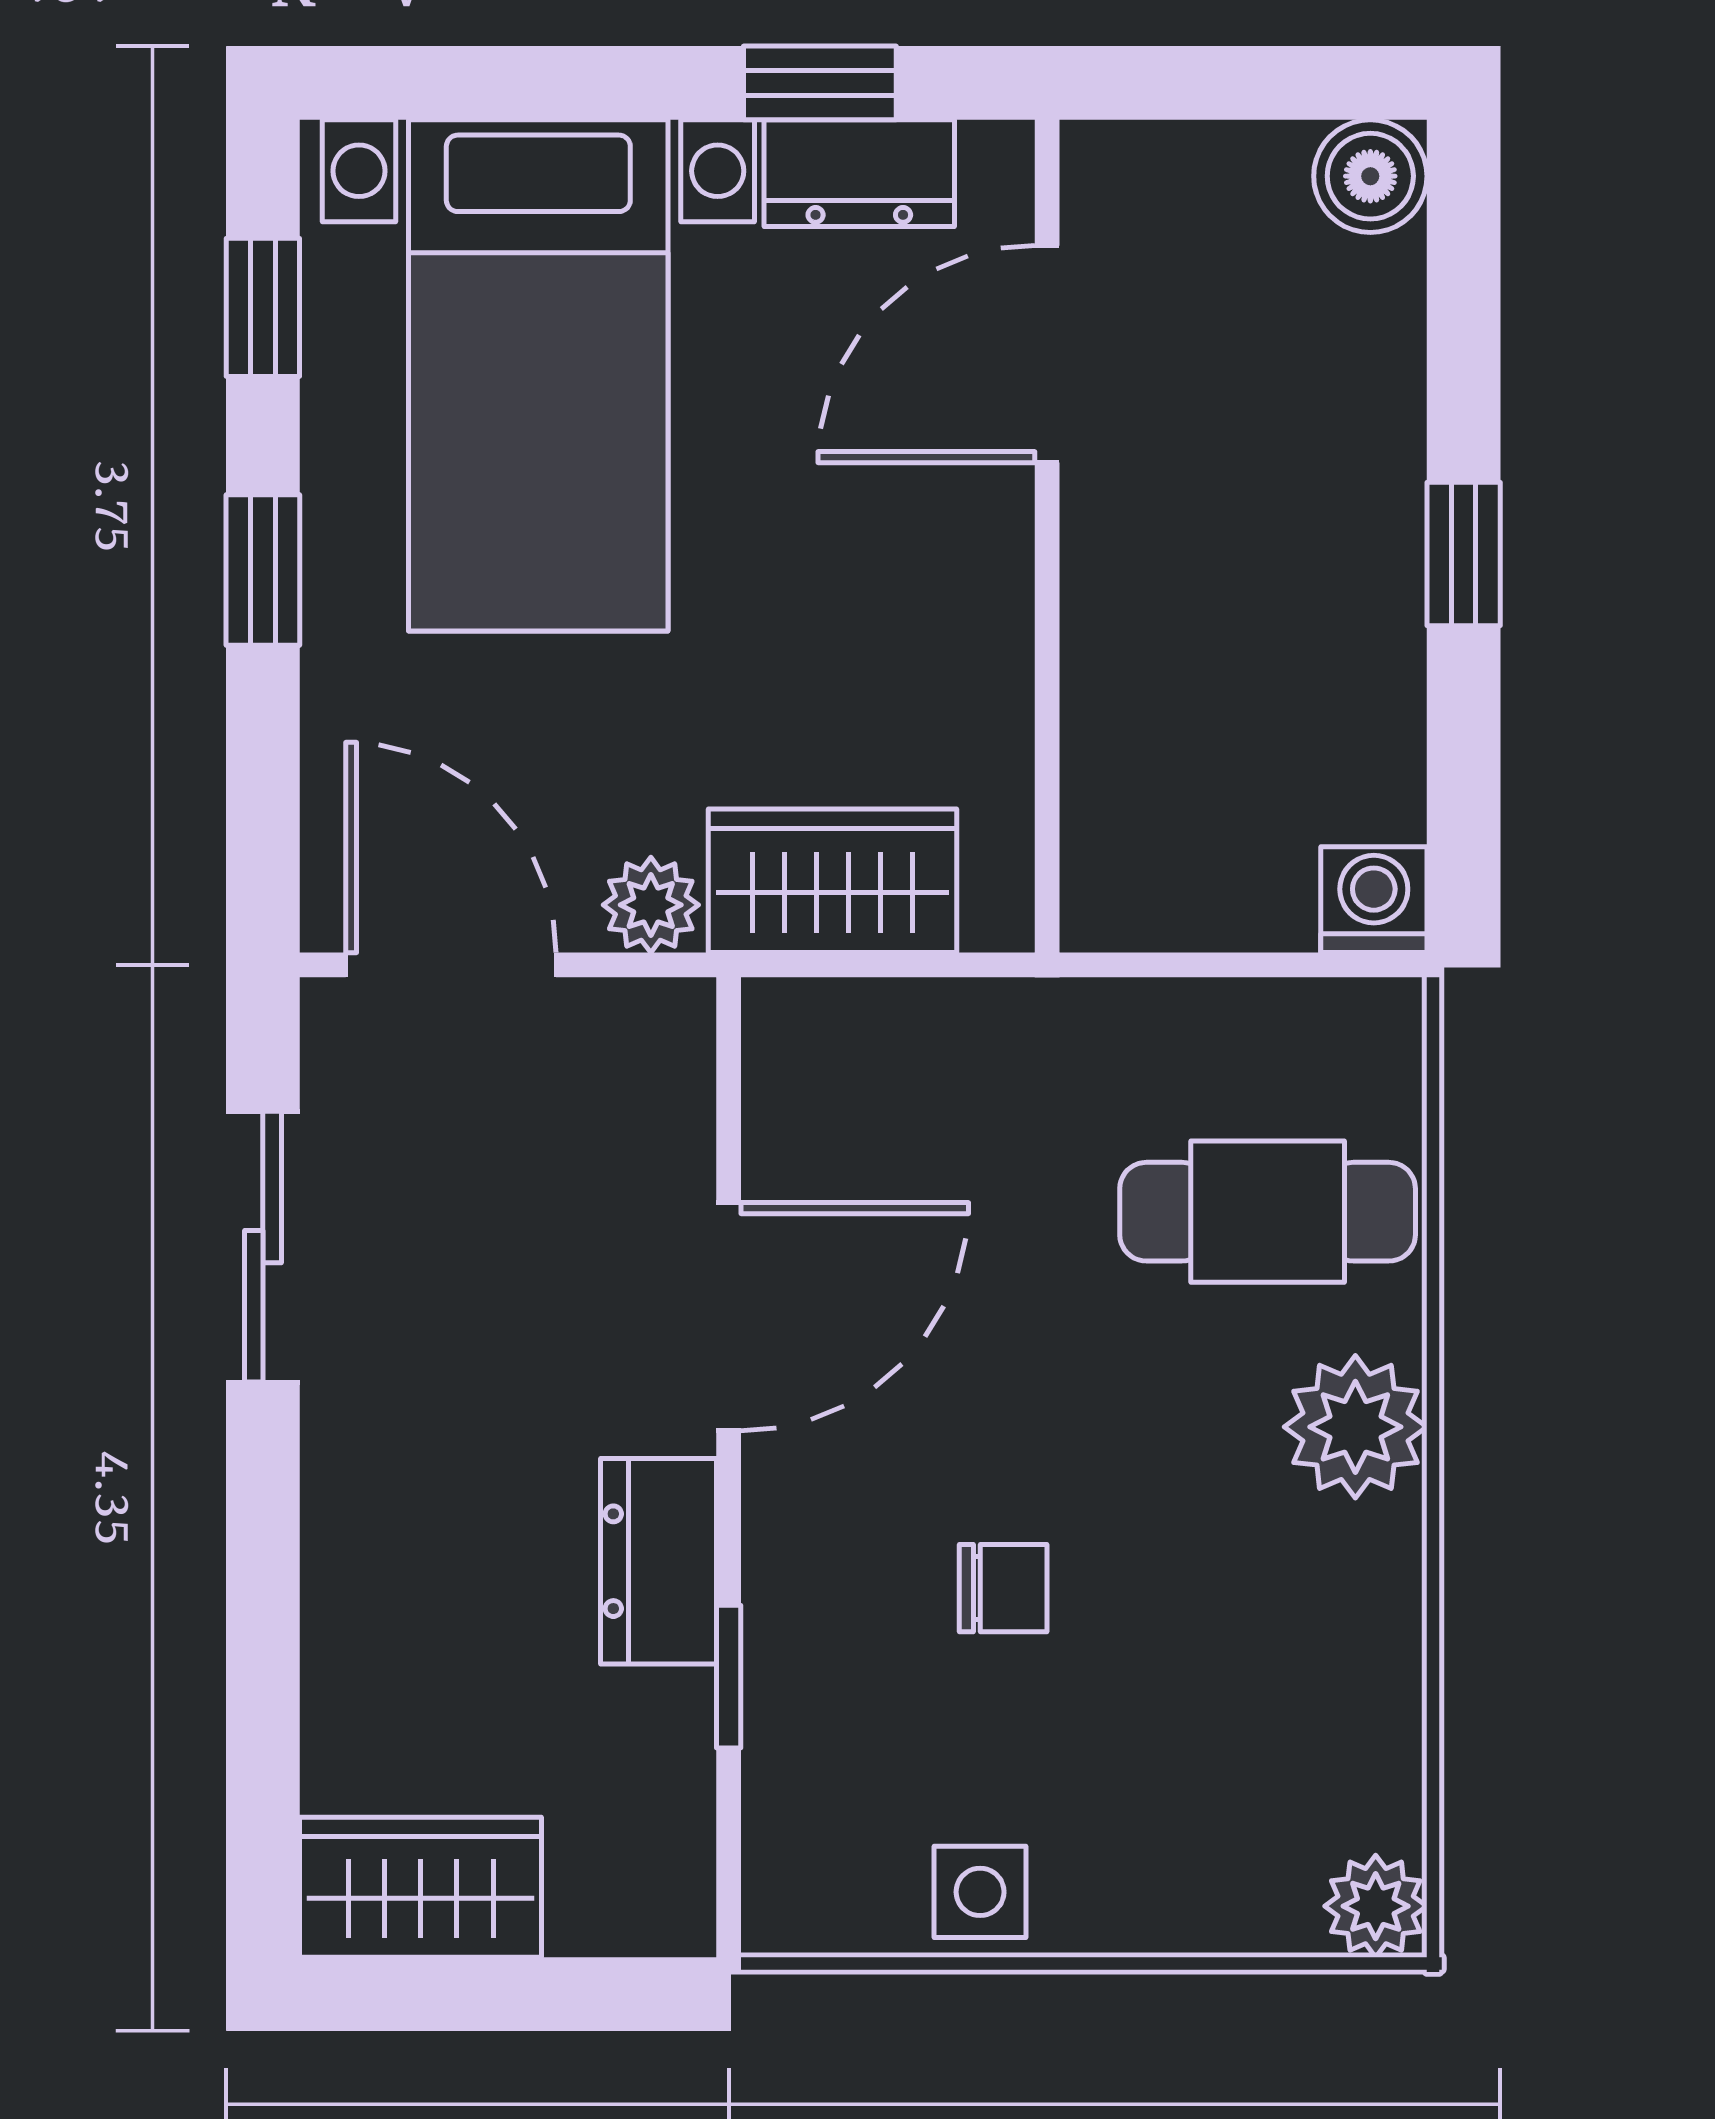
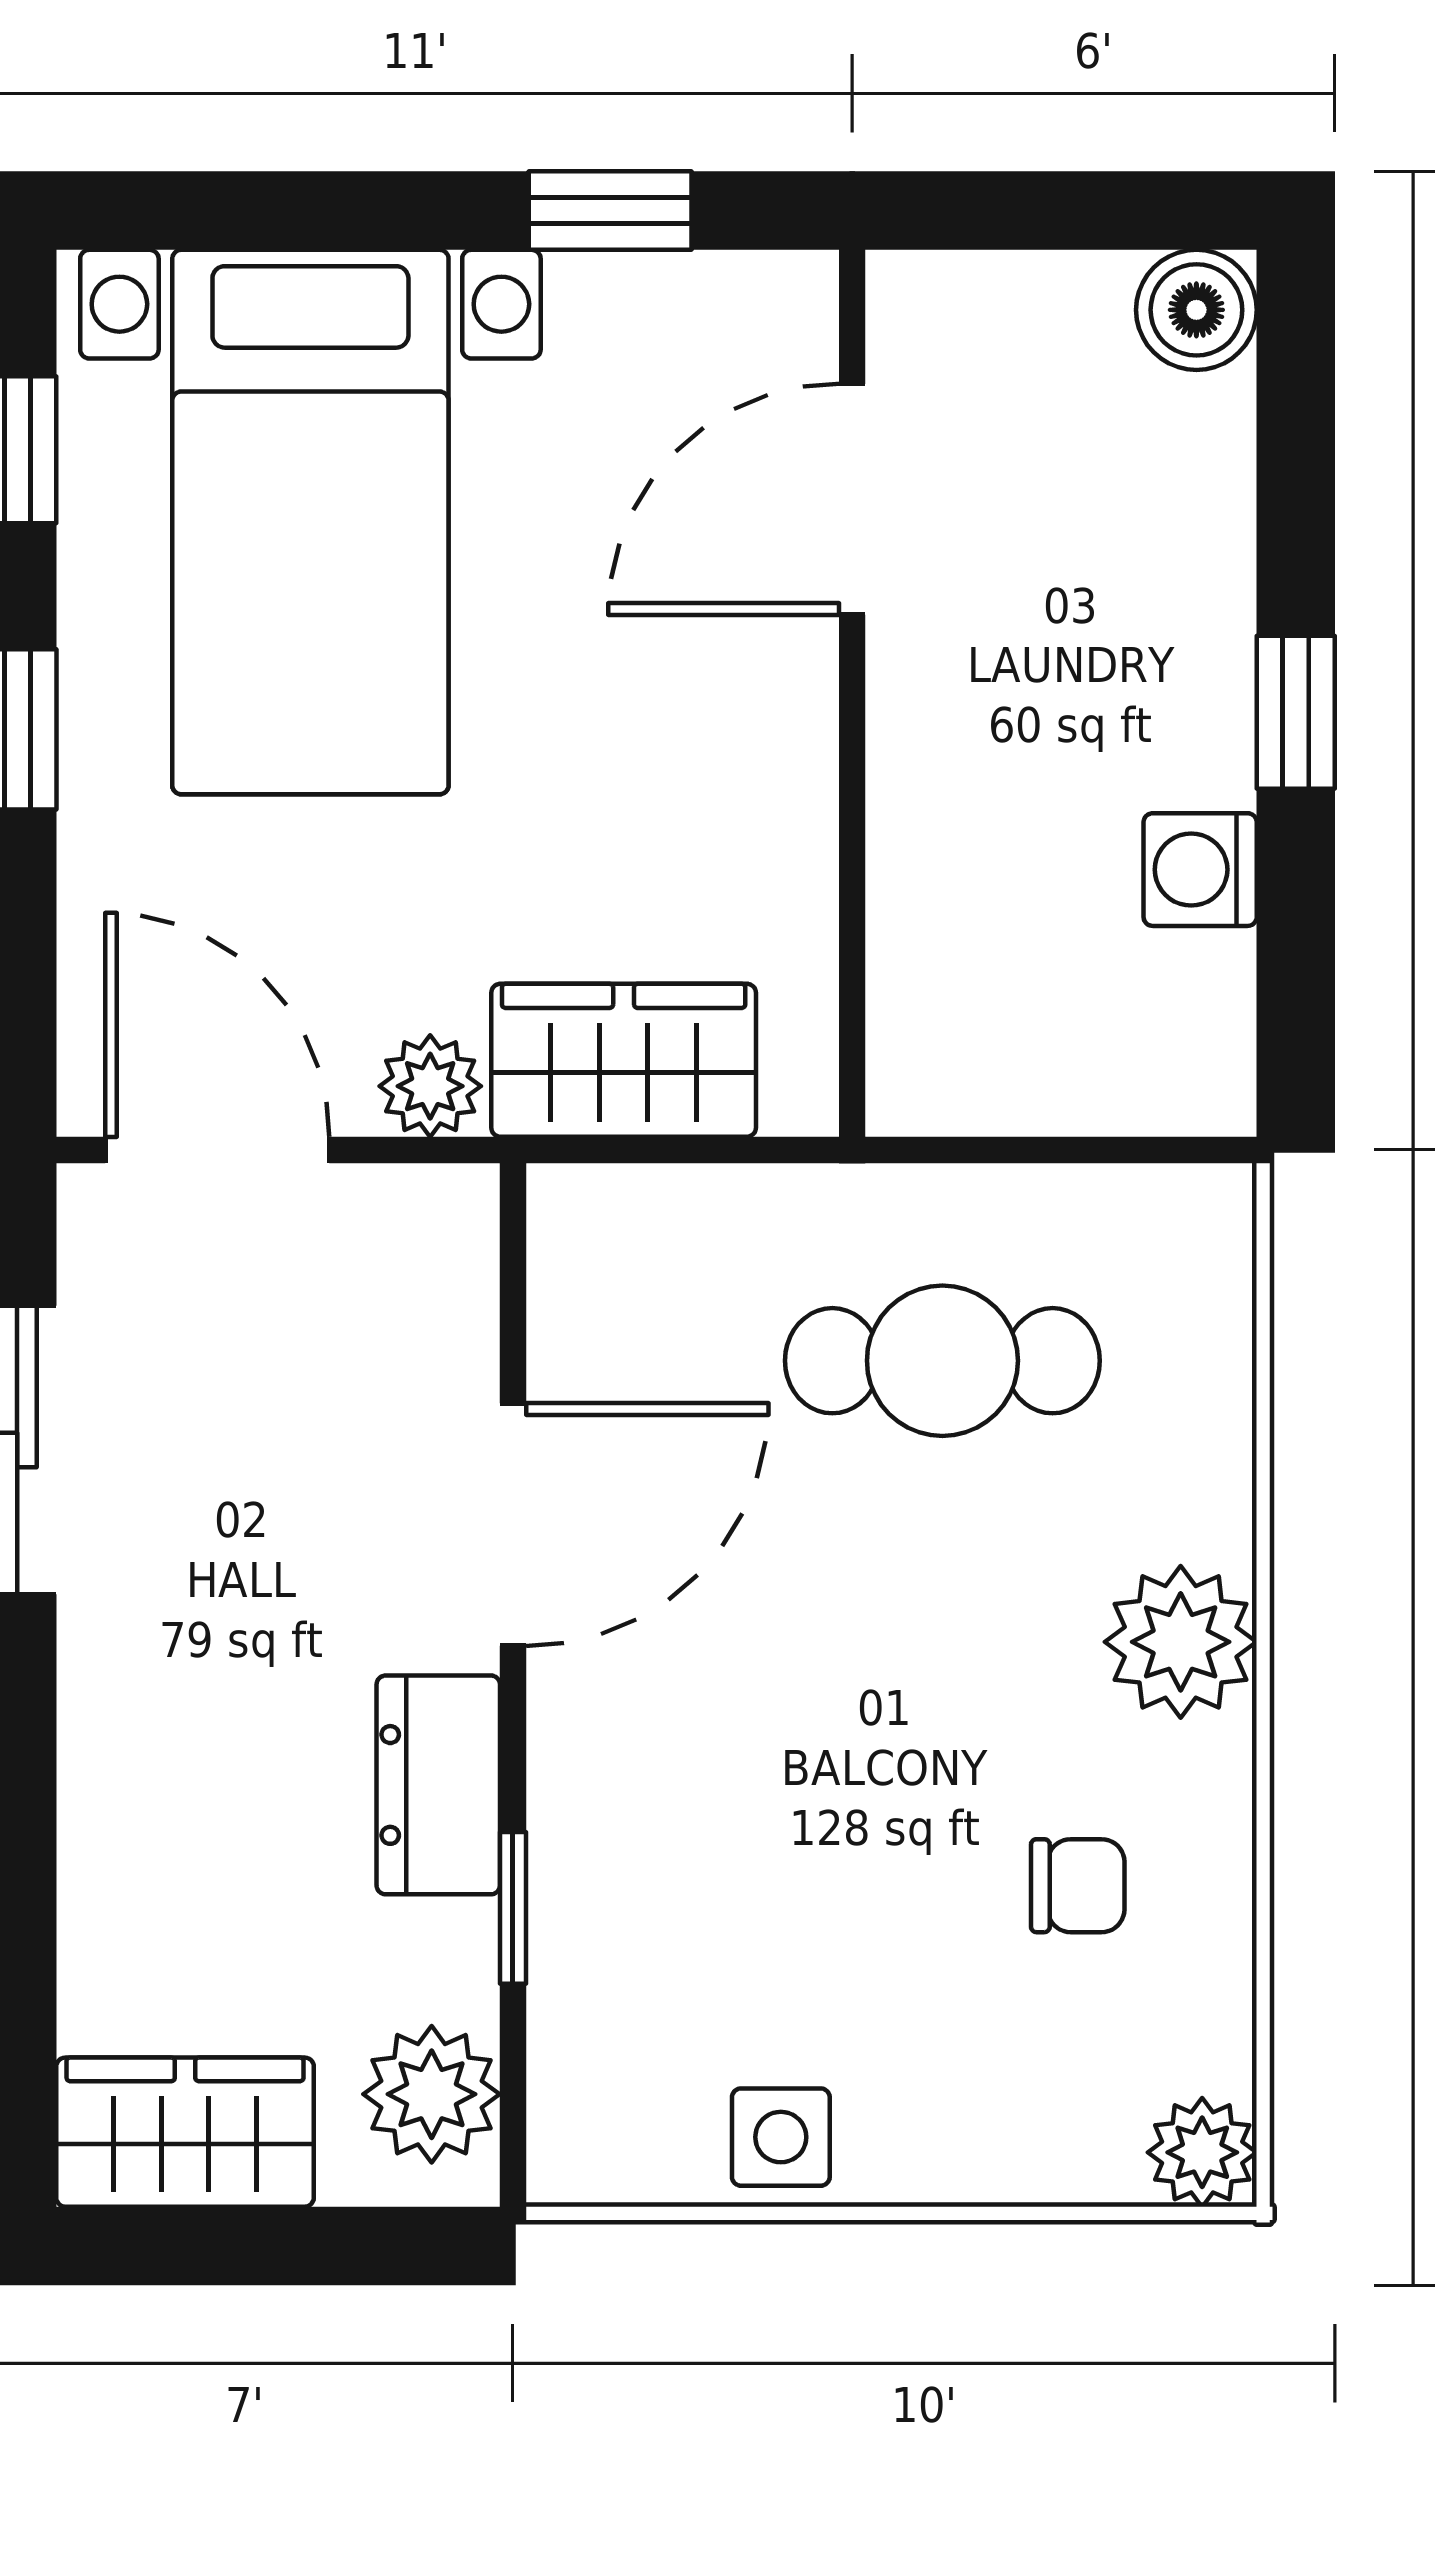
dresser: (859, 173) -> (652, 307), removed
washing machine: (1374, 900) -> (1200, 870), moved, turned -90
cafe table: (1268, 1212) -> (942, 1361), moved
chair: (1003, 1588) -> (1078, 1886), moved
plant: (652, 1852) -> (432, 2094), added

